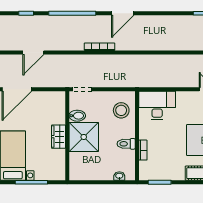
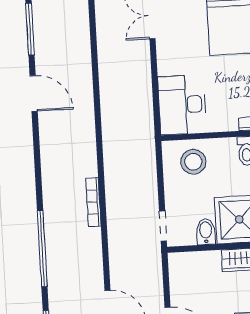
door: (123, 13) -> (34, 93), moved

